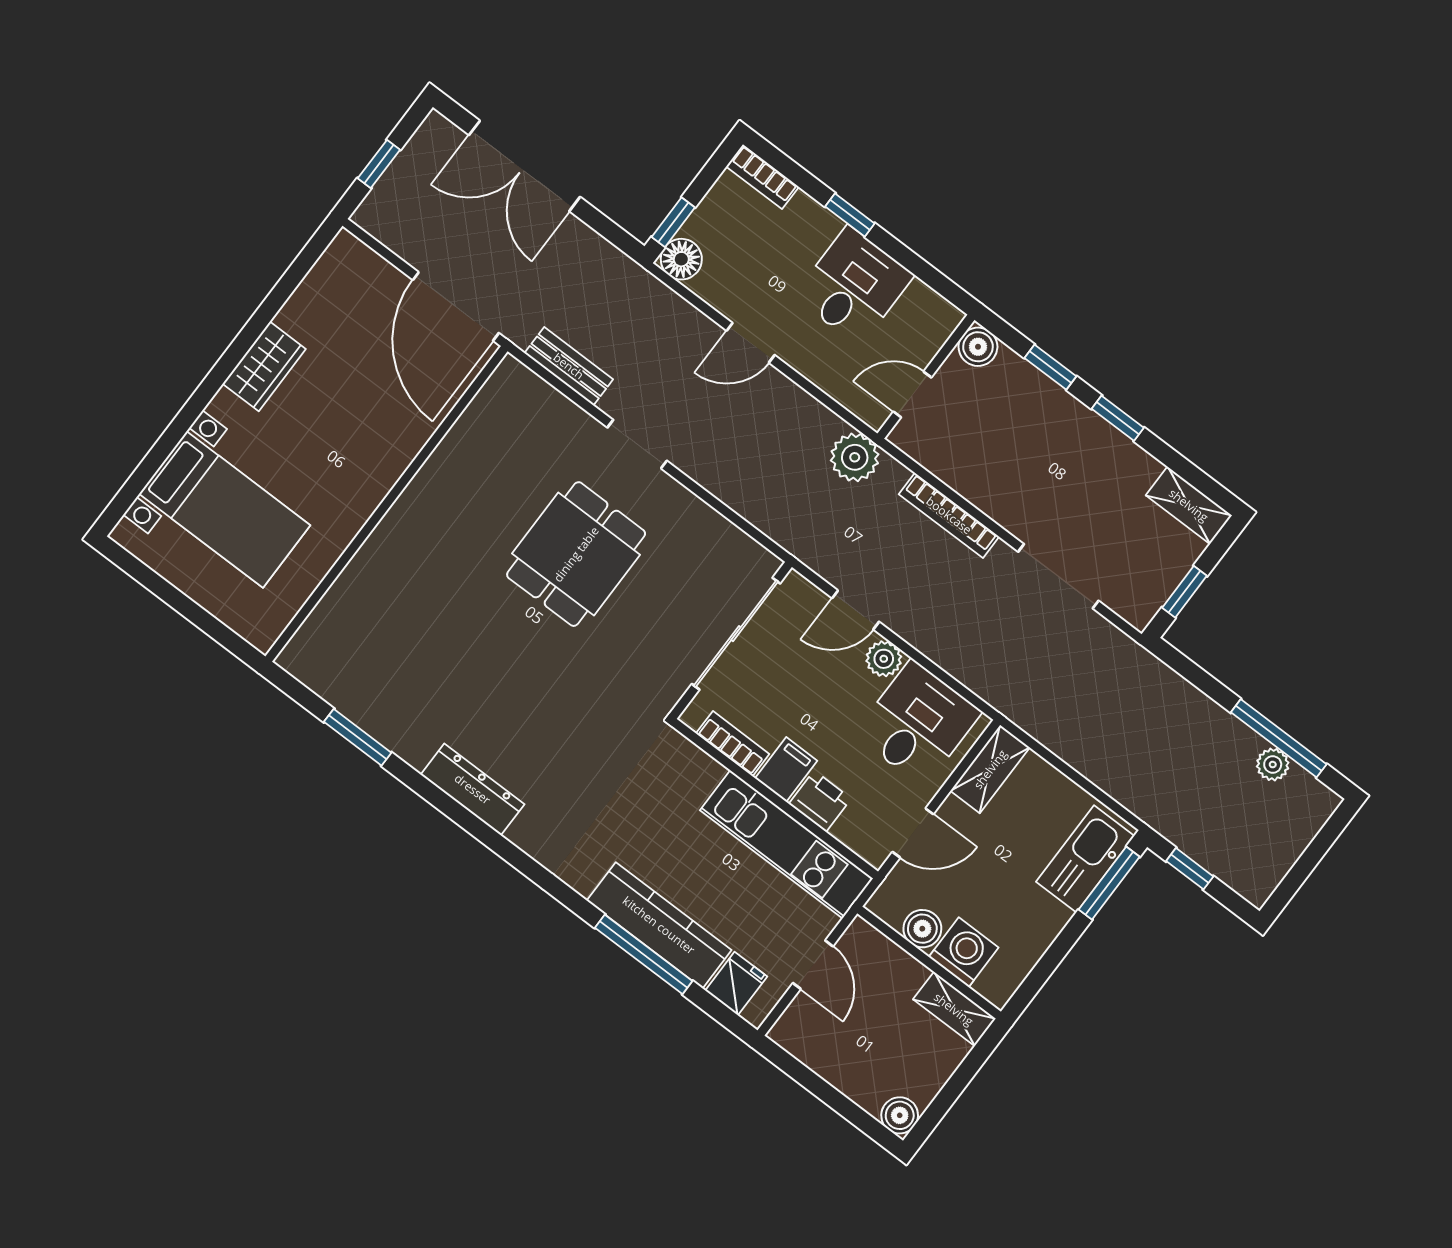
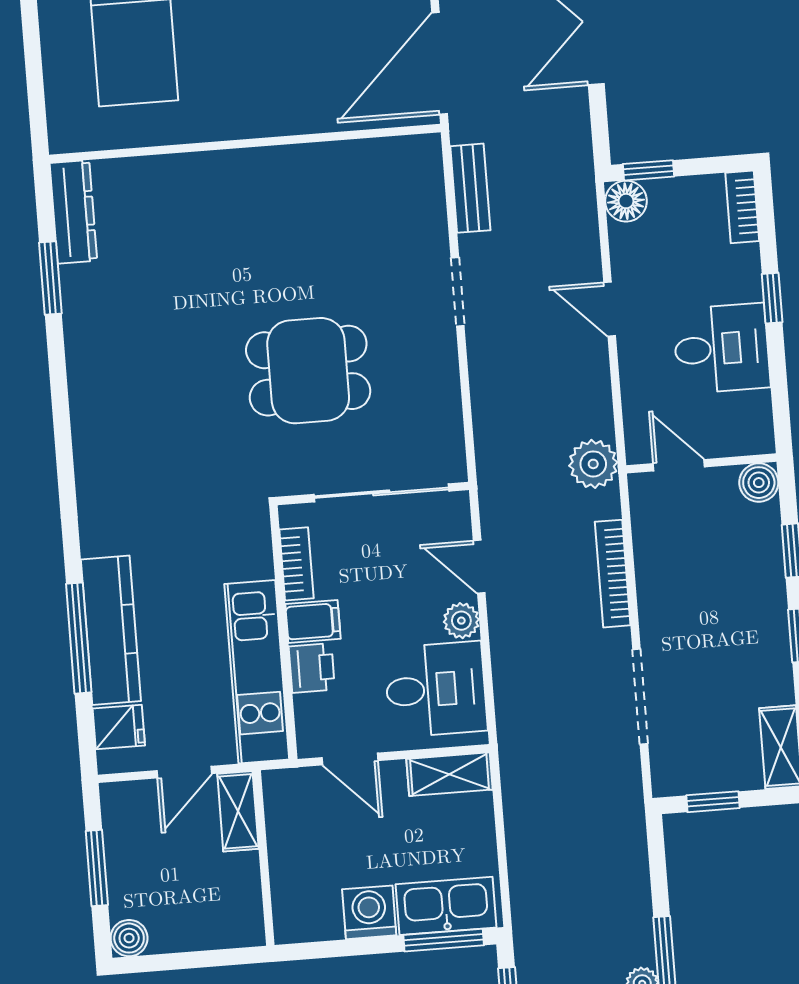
dining table: (576, 554) -> (308, 371), moved
dresser: (473, 789) -> (73, 212), moved
boiler: (922, 929) -> (284, 830), removed
washing machine: (964, 952) -> (369, 912), moved, turned -90
shelving: (954, 1009) -> (238, 811), moved
window: (826, 1093) -> (97, 868), added

